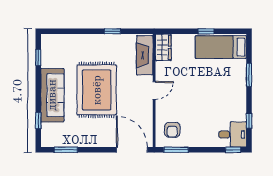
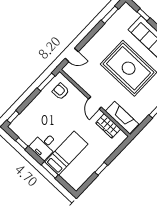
wardrobe: (163, 47) -> (108, 126), moved
bed: (221, 47) -> (66, 153), moved
desk: (233, 134) -> (44, 146), moved
door: (132, 150) -> (72, 55), width x0.53

